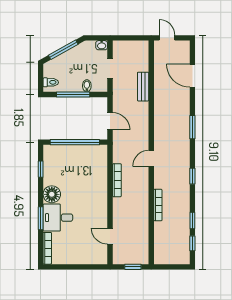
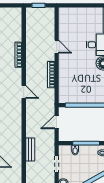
door: (110, 121) -> (57, 122), hinge flipped
door: (151, 158) -> (24, 92), hinge flipped
door: (110, 236) -> (57, 47), moved

